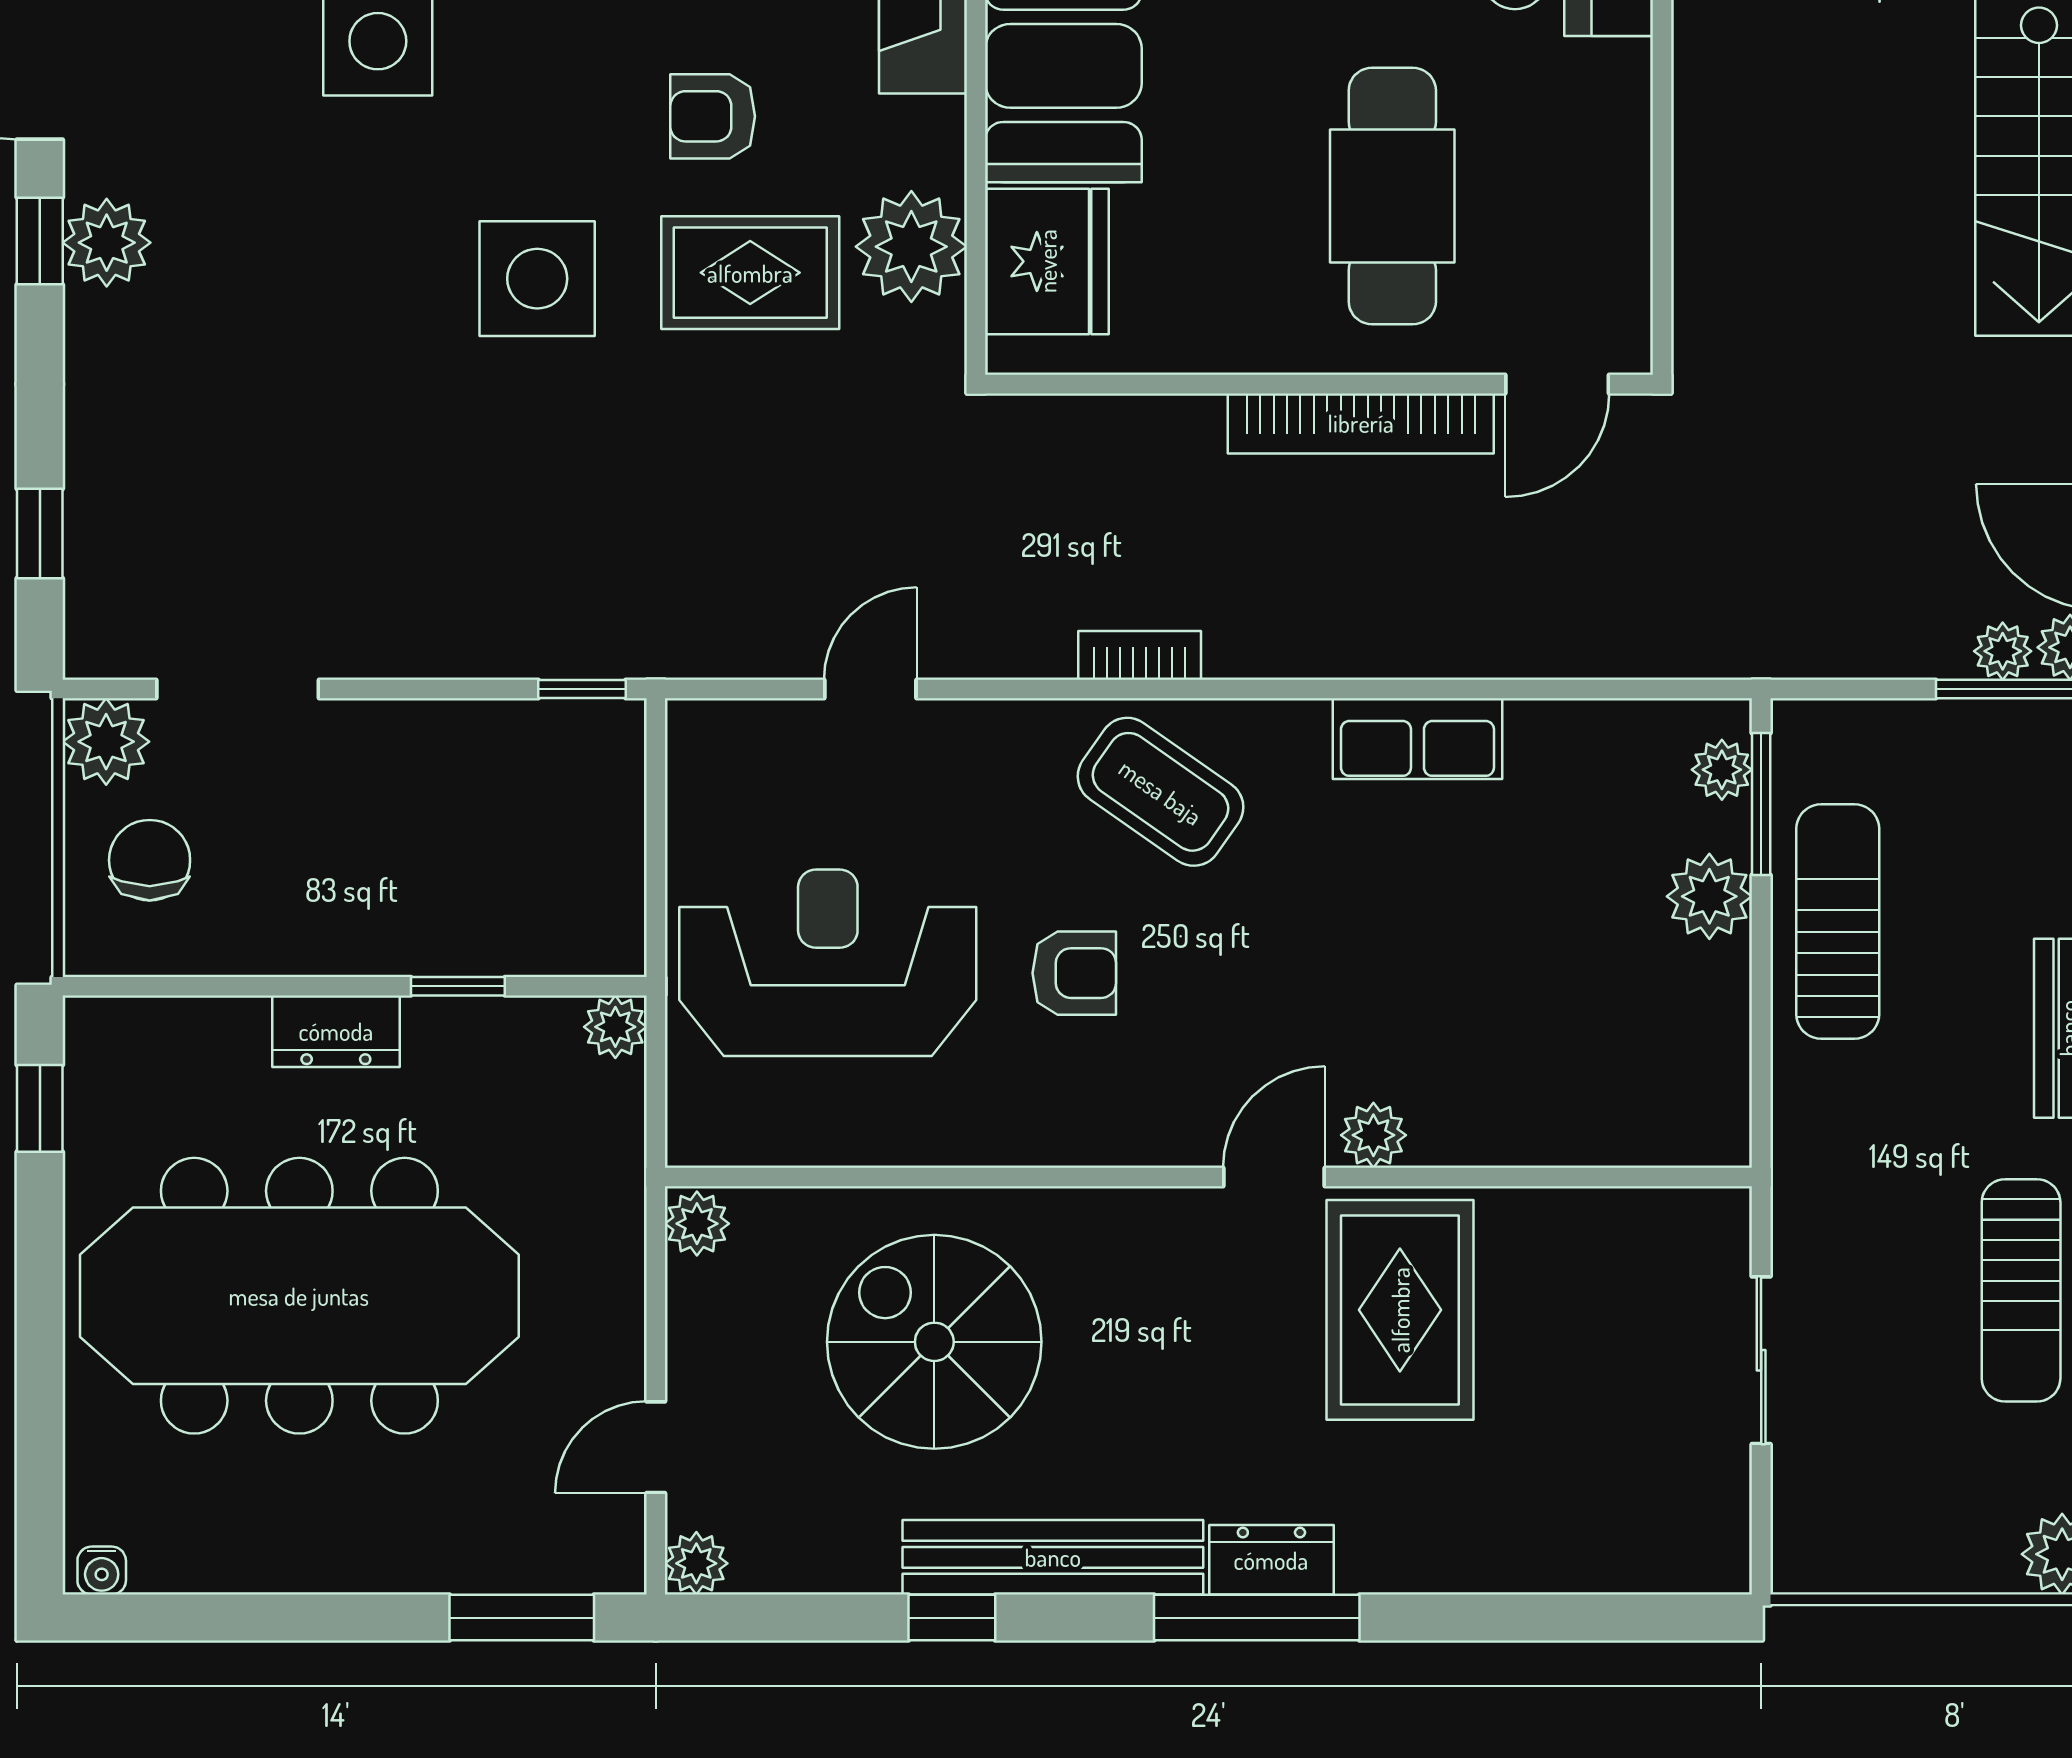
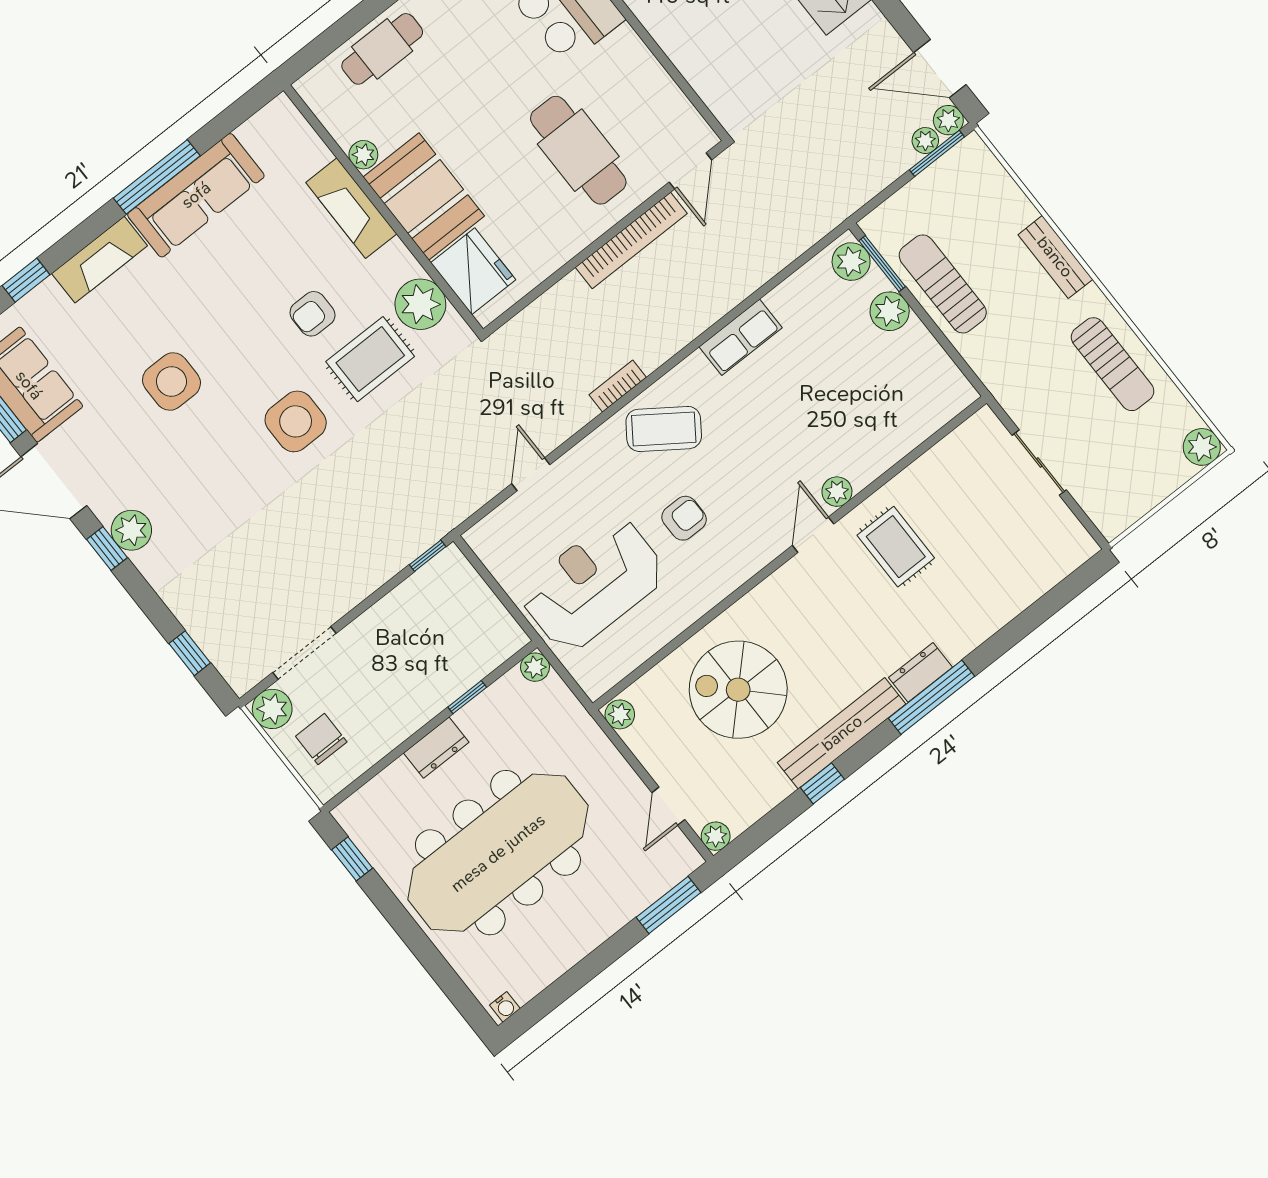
plant: (1722, 770) -> (851, 262), width x1.38, depth x1.38
rug: (1400, 1310) -> (896, 547), width x0.73, depth x0.70

